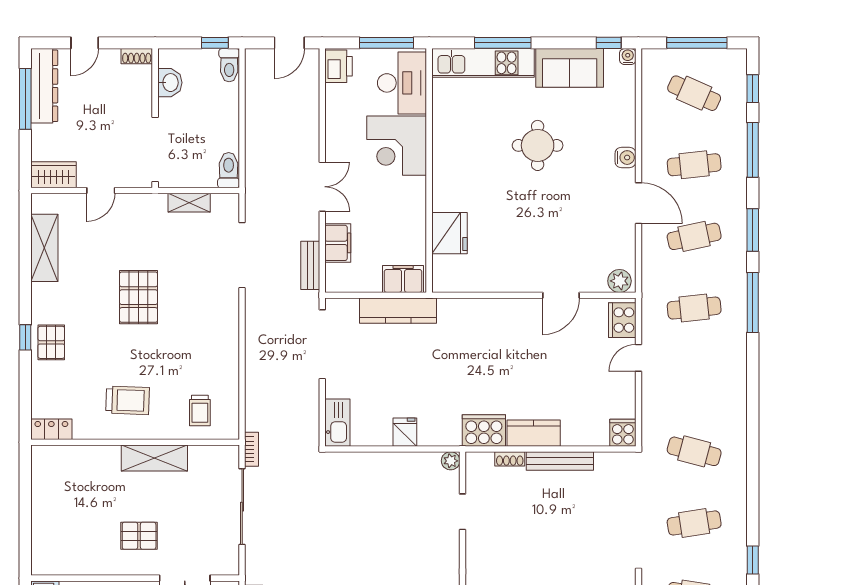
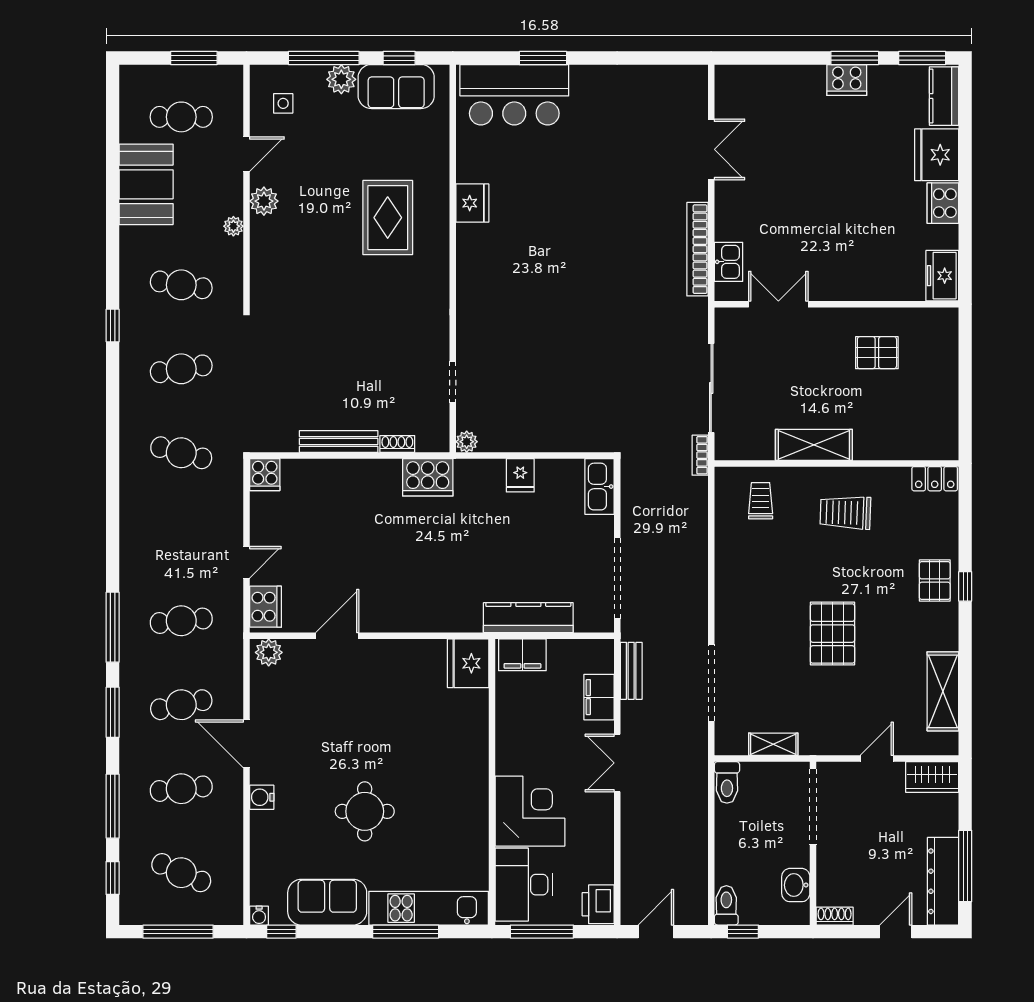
fridge: (449, 233) -> (468, 663), moved
kitchen counter: (534, 433) -> (369, 474), removed
pallet: (139, 536) -> (877, 353), moved

